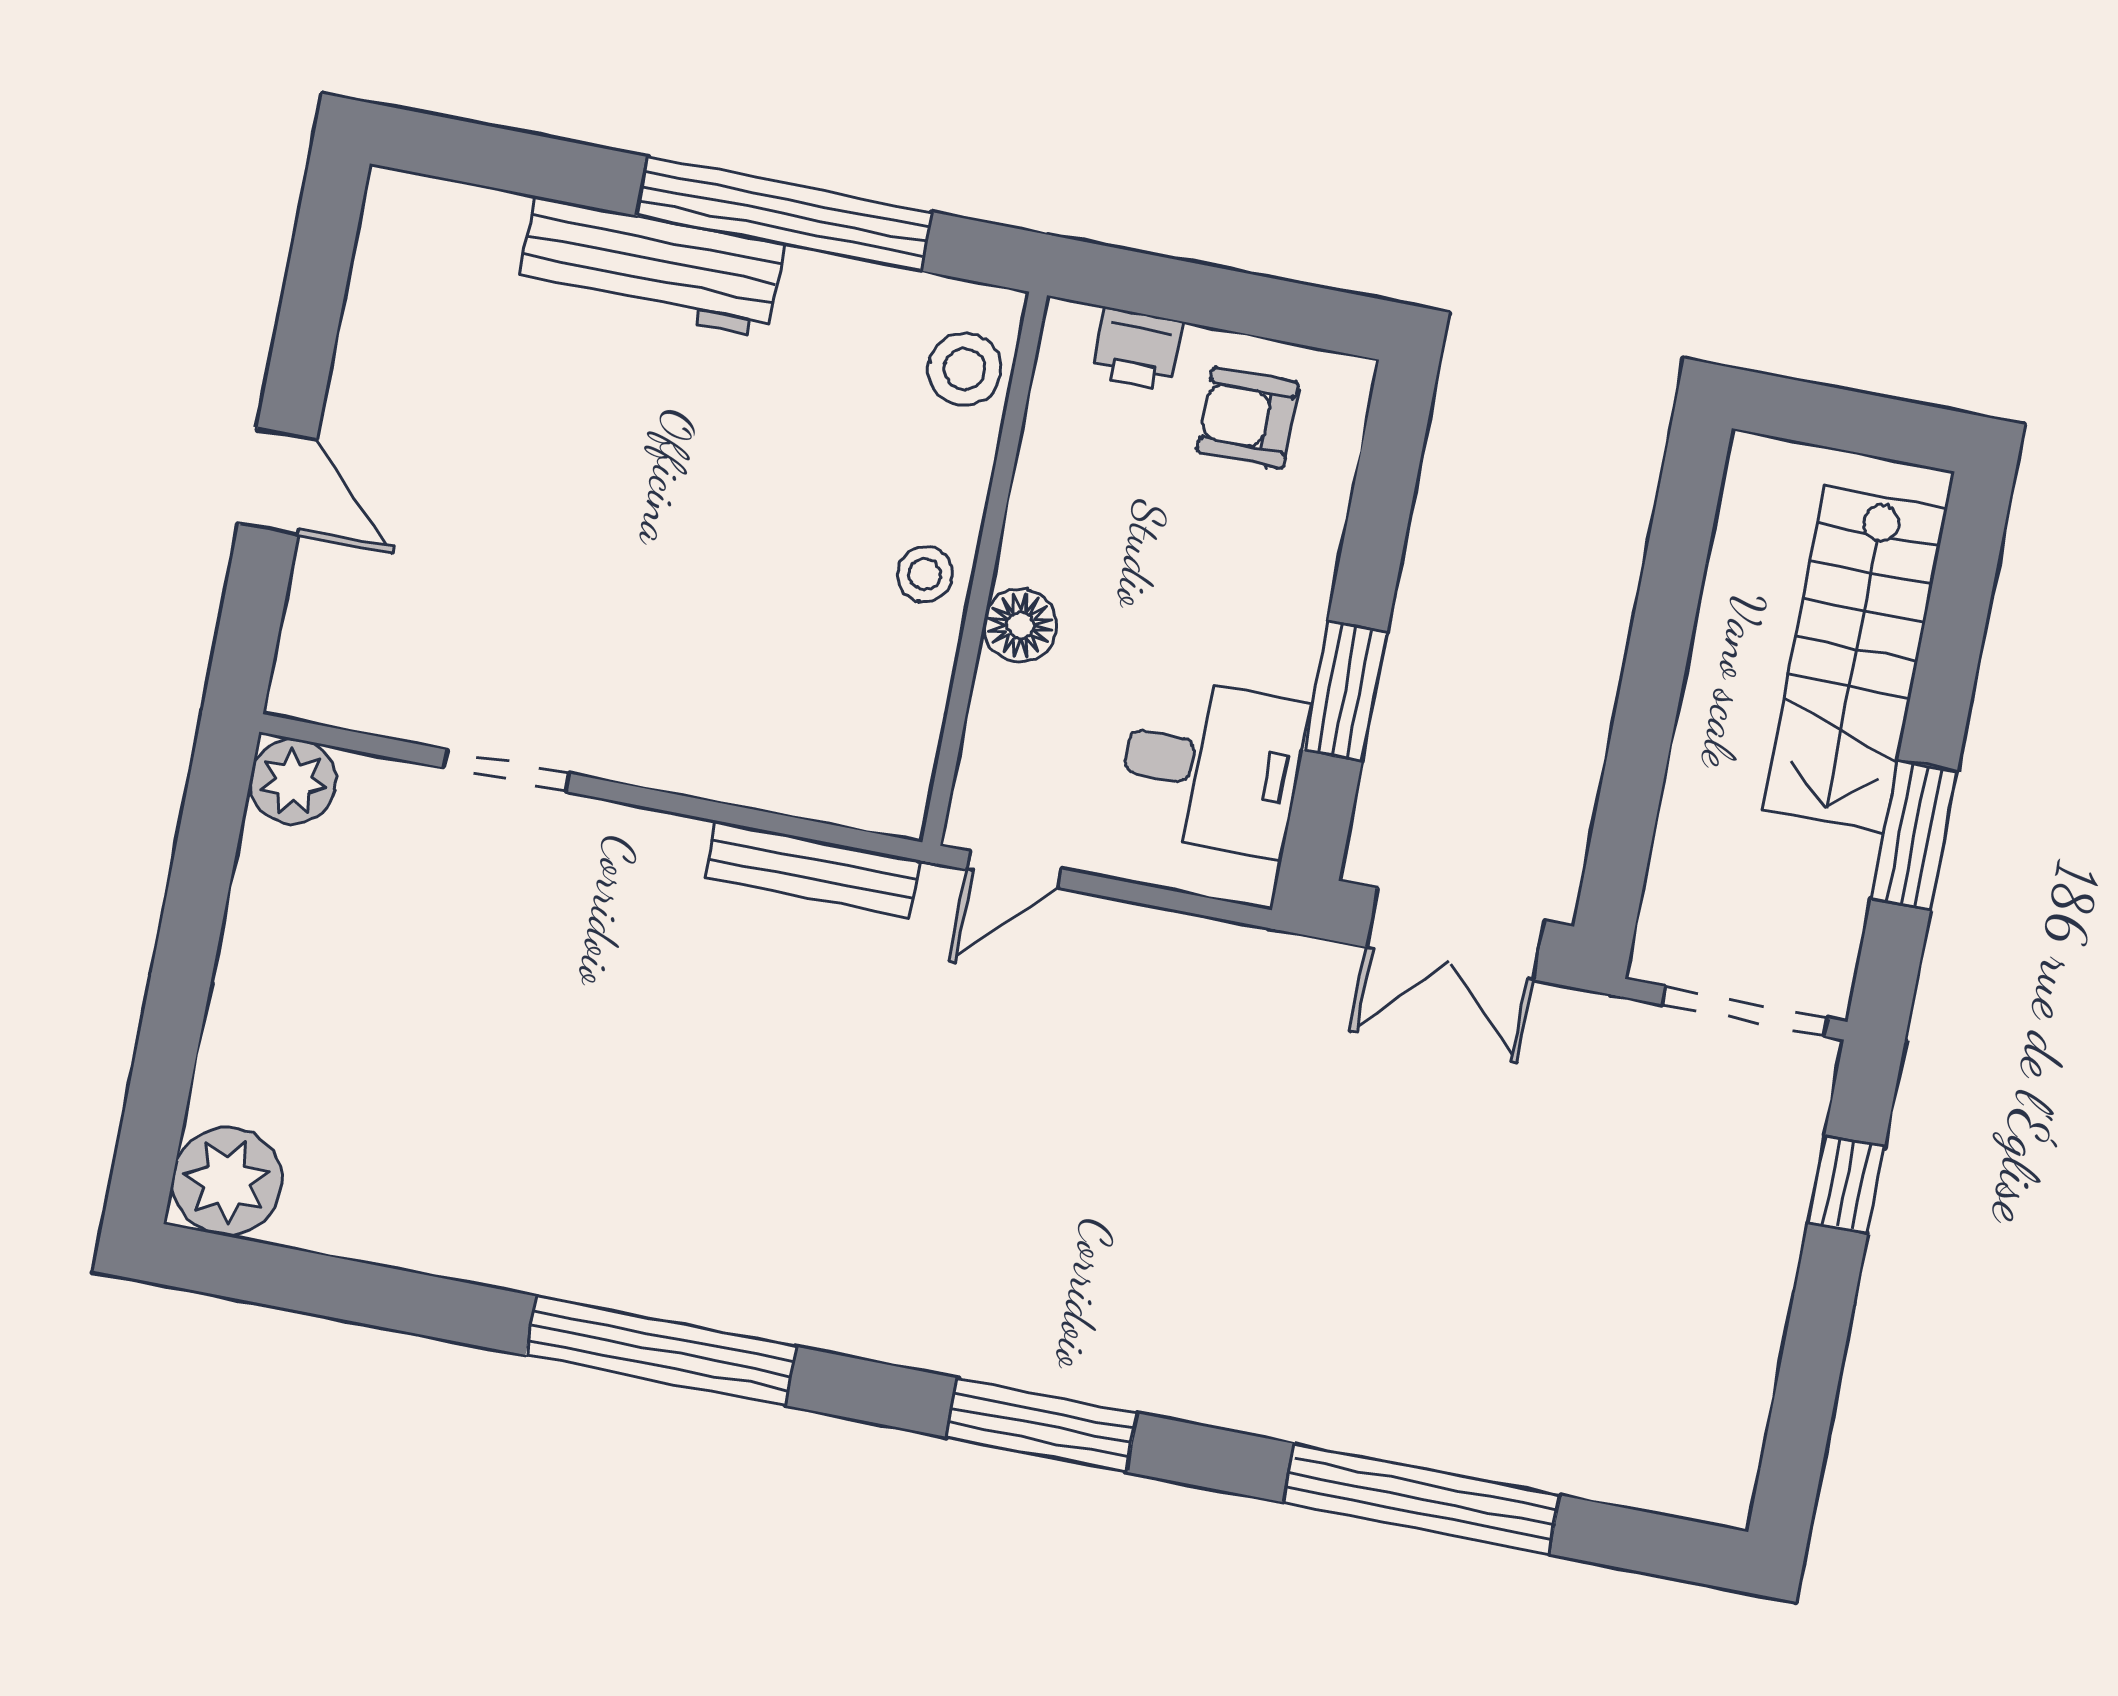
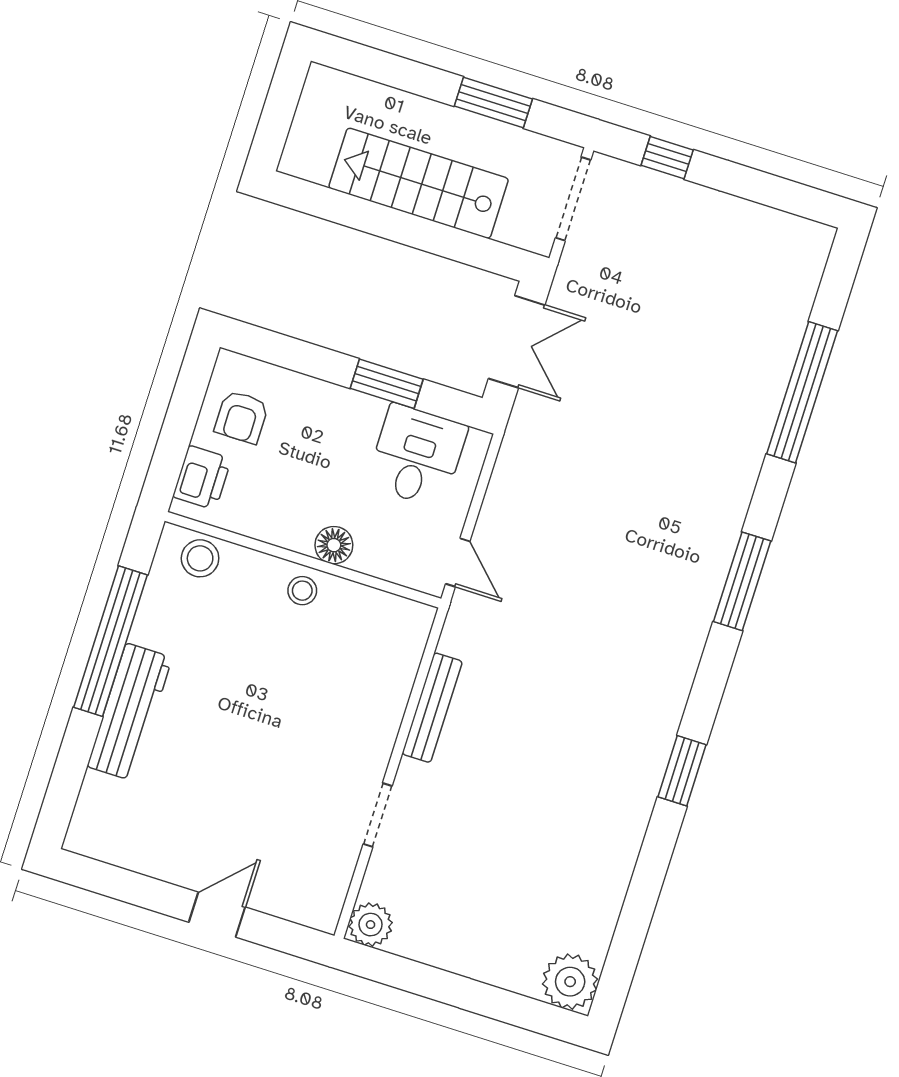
printer: (1137, 349) -> (202, 478), width x1.36, depth x1.24
stairs: (1855, 659) -> (419, 183), moved, turned 180
bench: (813, 869) -> (432, 708), moved
window: (661, 1351) -> (682, 771), width x0.47

